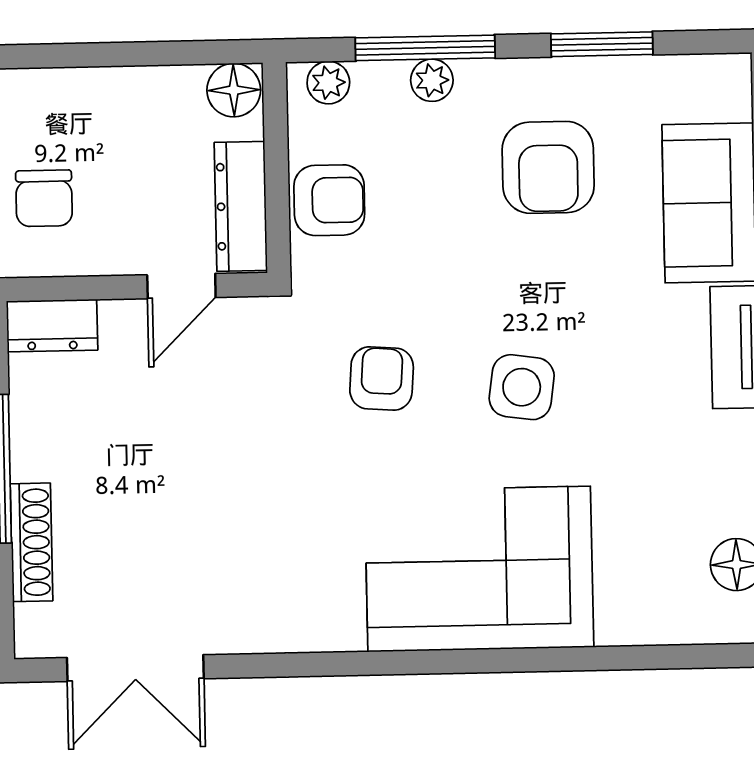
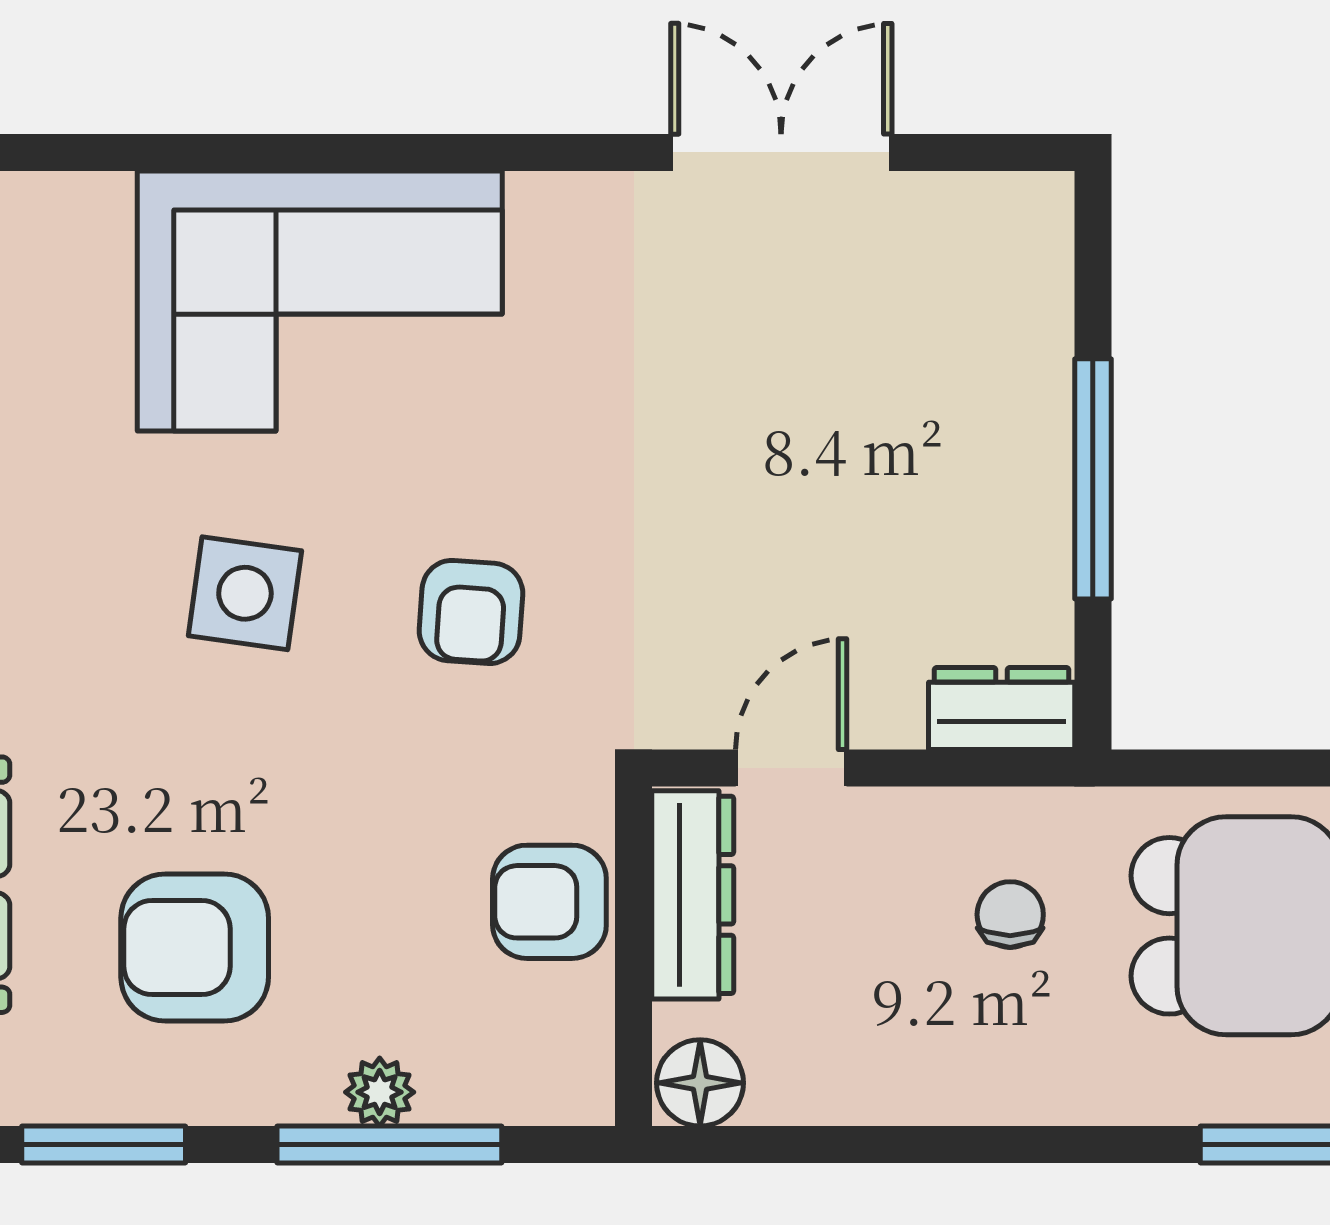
plant: (328, 83) -> (547, 1092), removed
armchair: (548, 167) -> (195, 948), turned -90
chair: (44, 198) -> (1010, 915), width x0.73, depth x0.73
shoe rack: (31, 542) -> (1042, 359), removed
double door: (135, 668) -> (781, 152), moved

